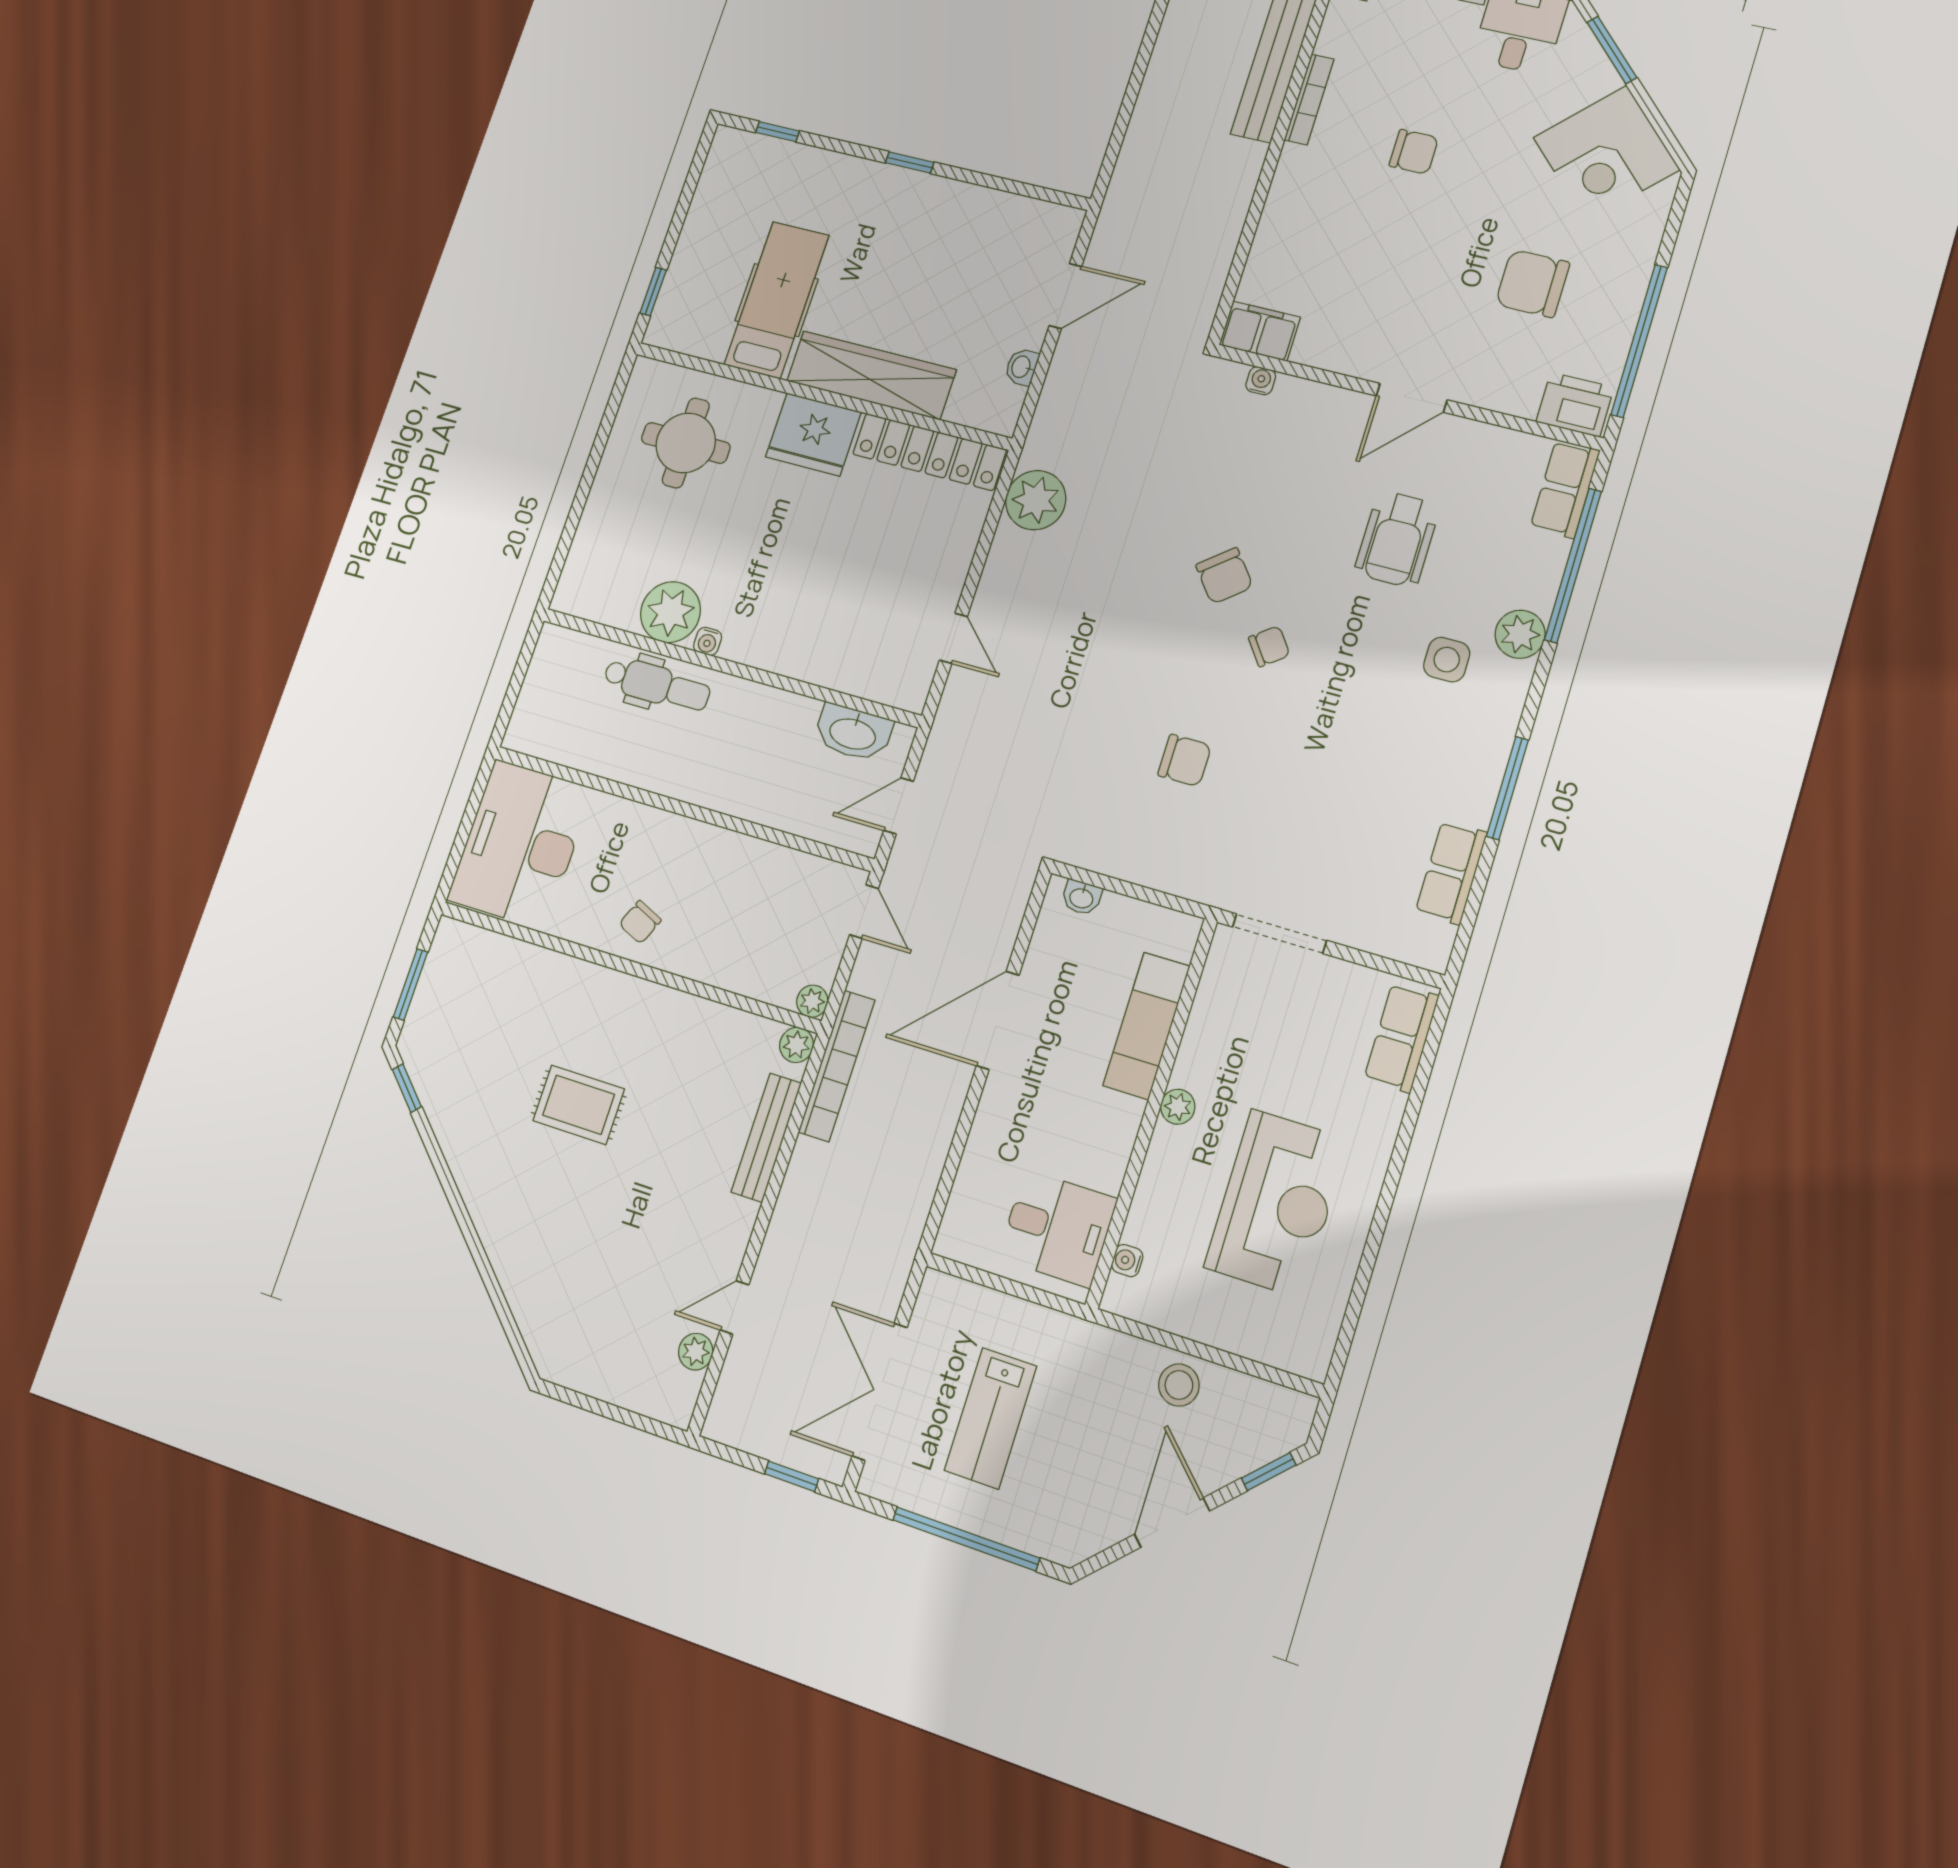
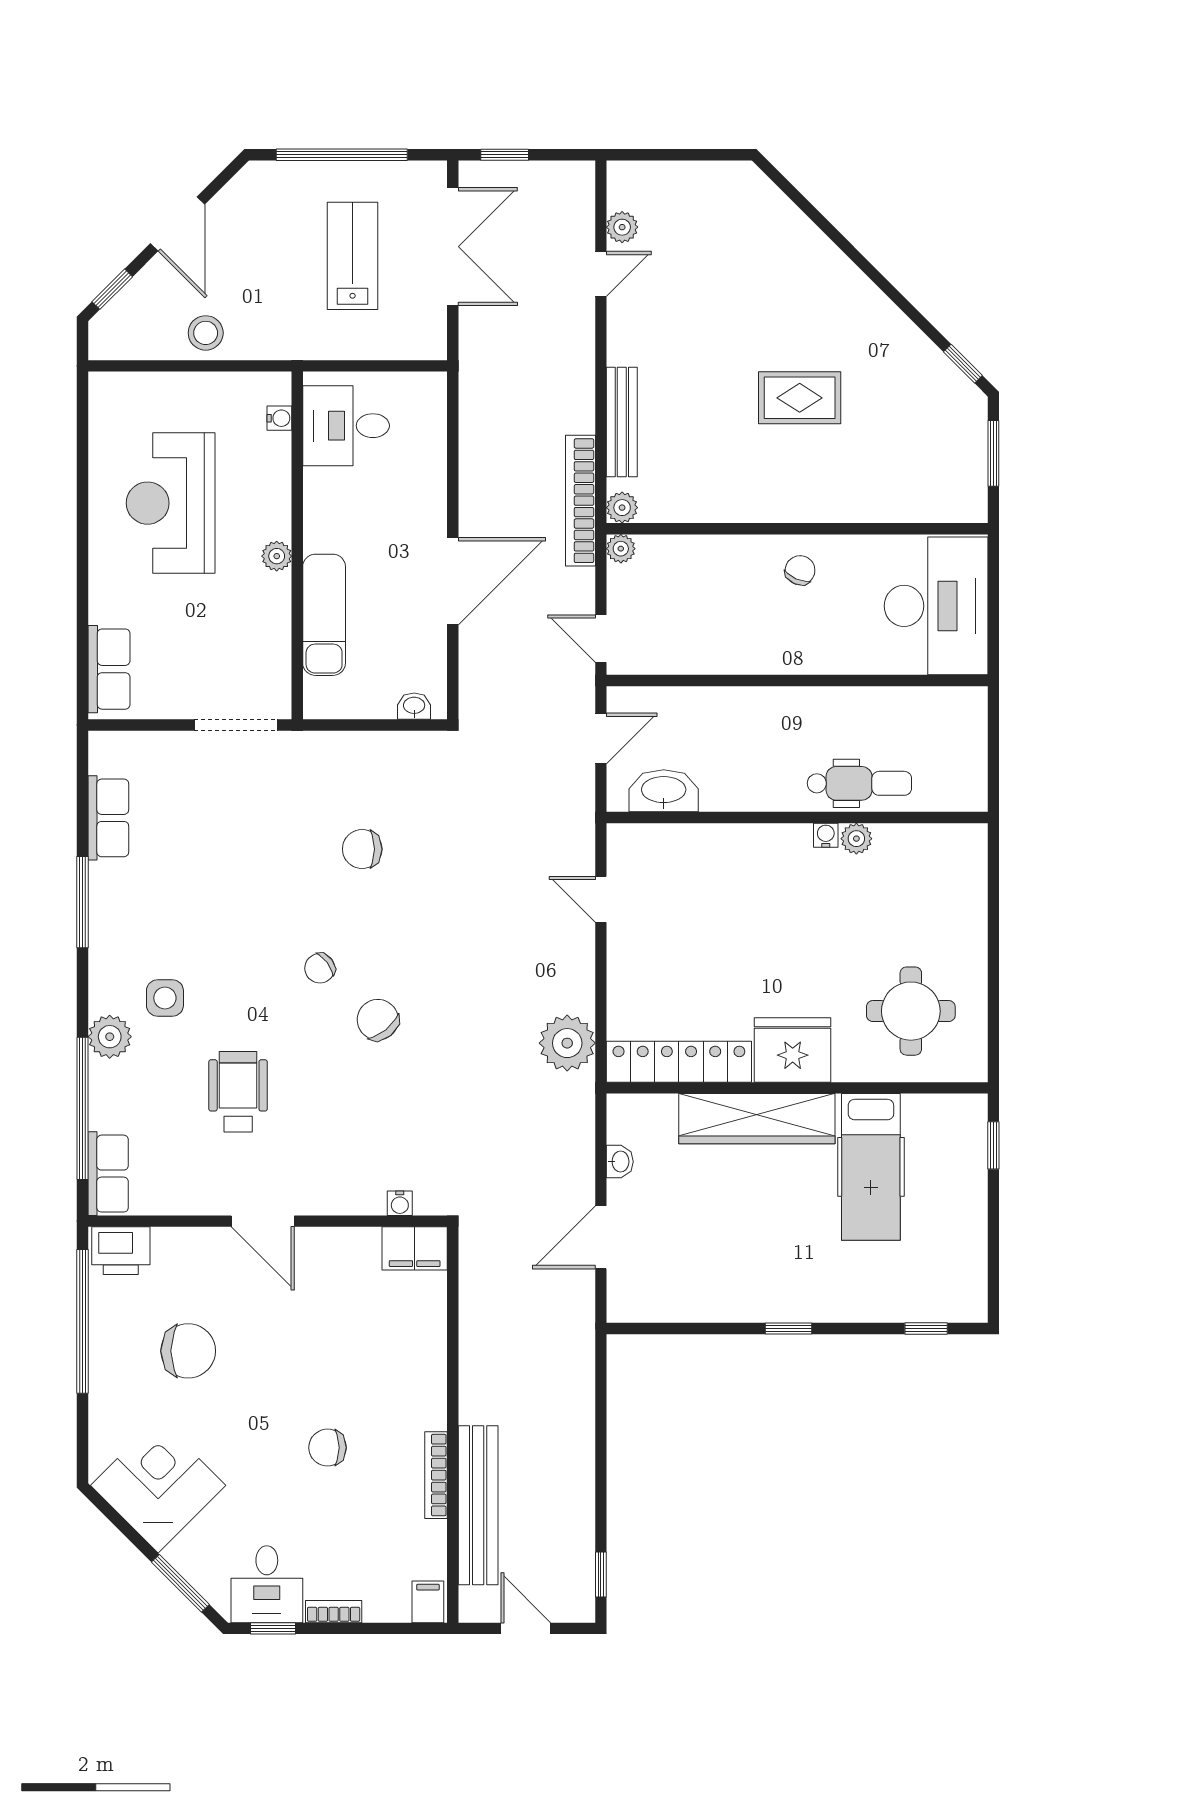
door: (1412, 398) -> (263, 1221), swing flipped
plant: (670, 612) -> (856, 839), width x0.53, depth x0.53
dental chair: (657, 685) -> (859, 783), turned 180

